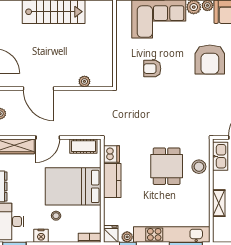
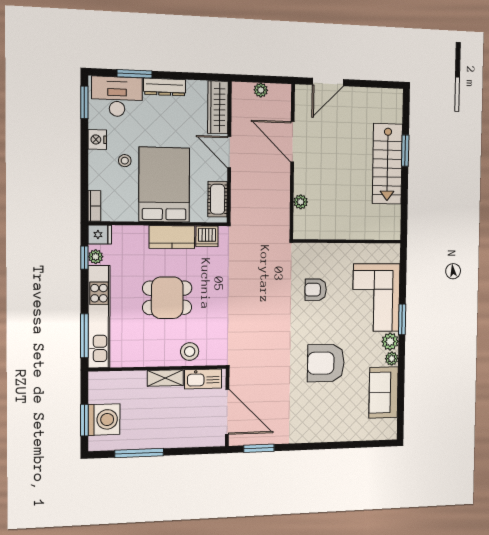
armchair: (152, 69) -> (316, 290), turned -90
door: (39, 88) -> (292, 142), hinge flipped
dining table: (167, 166) -> (167, 298), moved
shelving: (219, 203) -> (165, 378), moved

